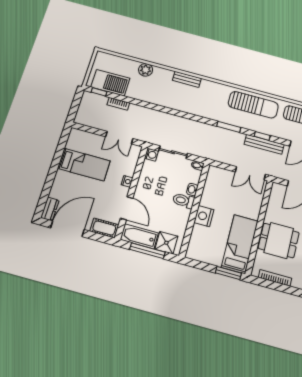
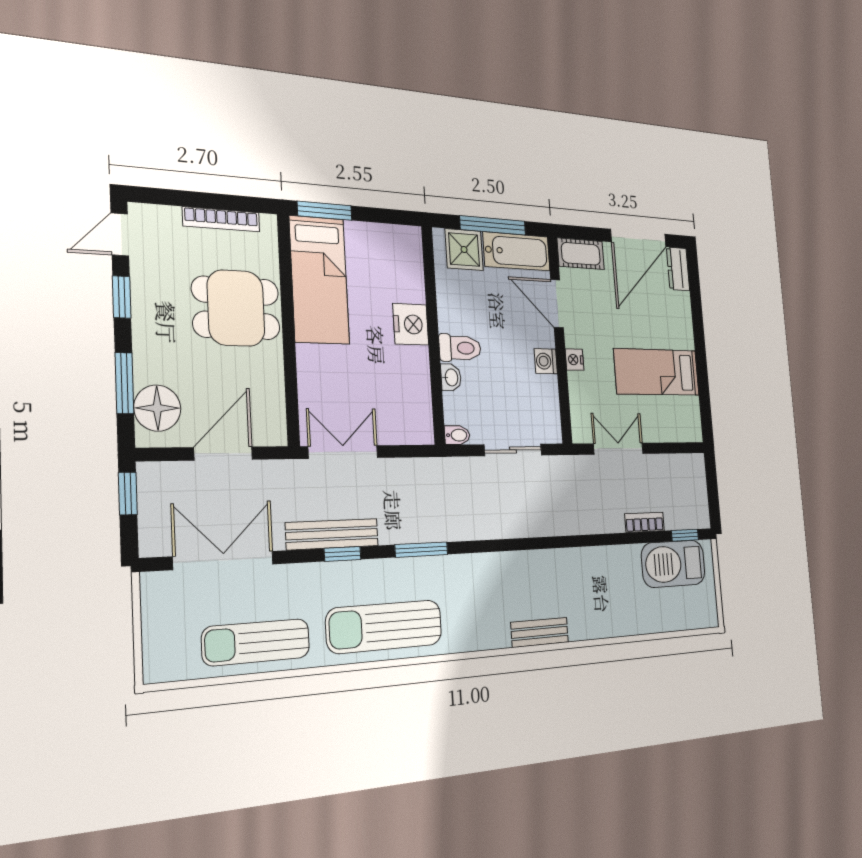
plant: (146, 70) -> (623, 620), removed
washing machine: (151, 155) -> (546, 361), moved

